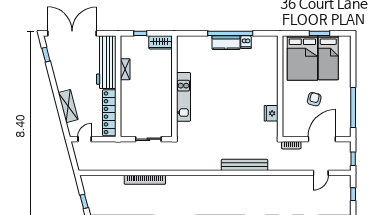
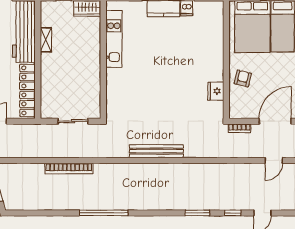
kitchen unit: (183, 97) -> (114, 39), moved
armchair: (314, 99) -> (243, 78), moved
bench: (245, 165) -> (156, 151), moved

